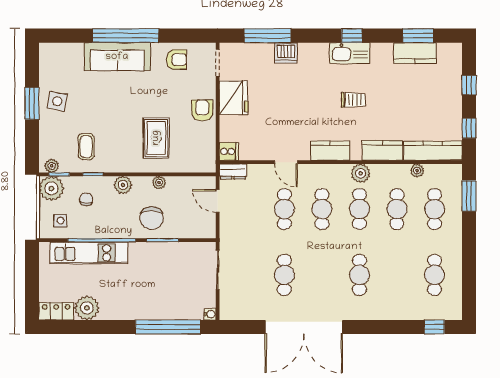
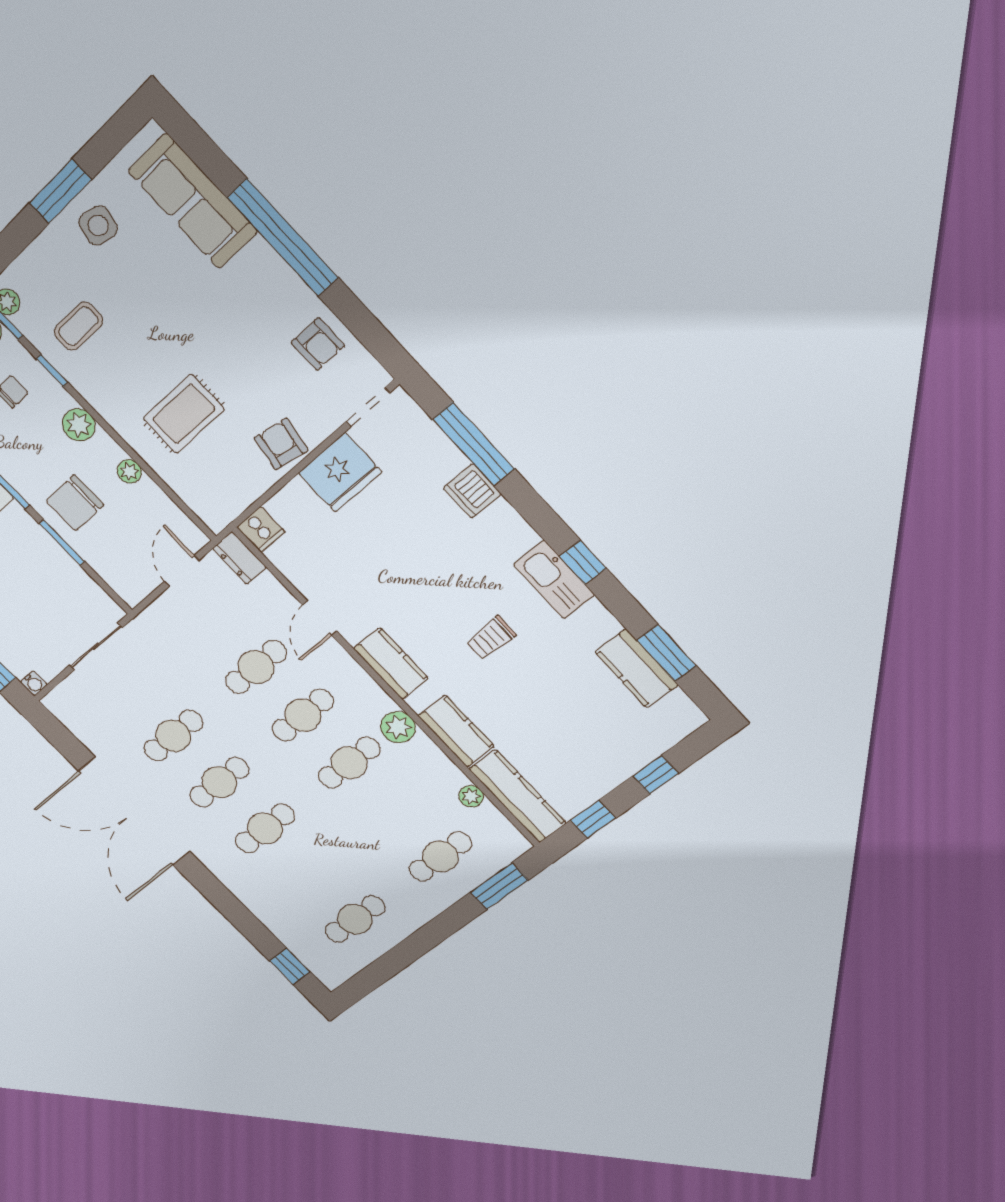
sofa: (117, 57) -> (193, 201), moved
trolley: (353, 100) -> (491, 638), turned 90
armchair: (202, 110) -> (281, 444), turned -80
cafe table: (397, 209) -> (219, 782), moved

